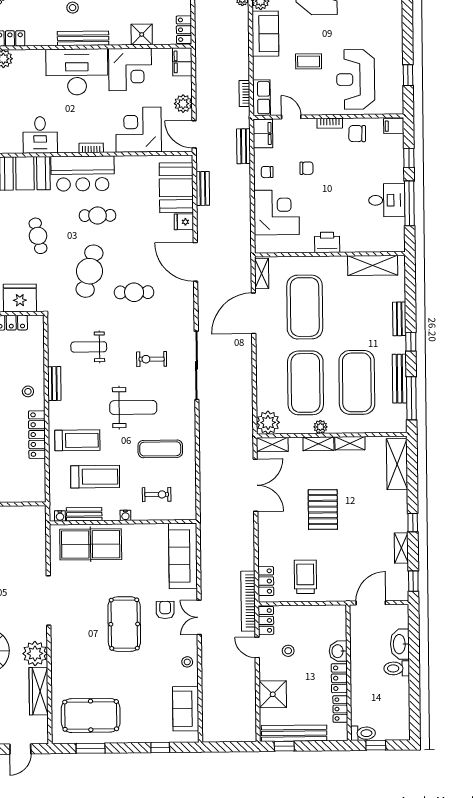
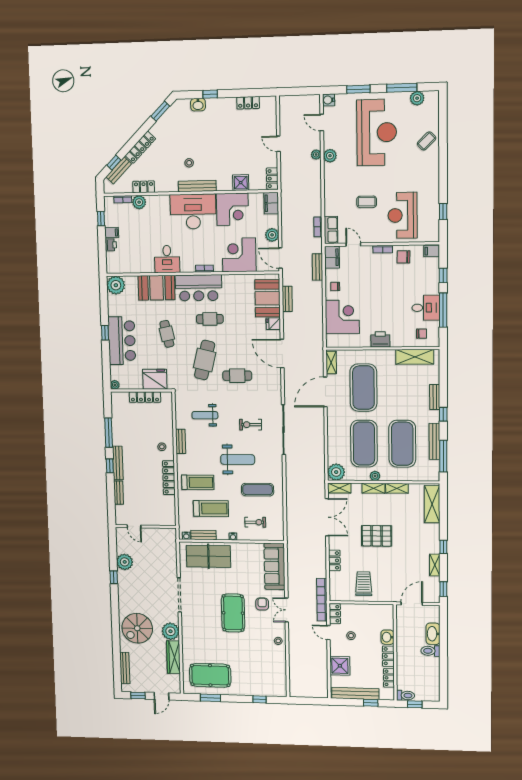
sofa: (265, 34) -> (334, 181), removed
chair: (306, 168) -> (421, 334), moved
pallet: (323, 510) -> (377, 536), turned 90
locker: (266, 581) -> (334, 560), moved
sofa: (186, 709) -> (277, 673), removed
window: (284, 746) -> (371, 703), moved

